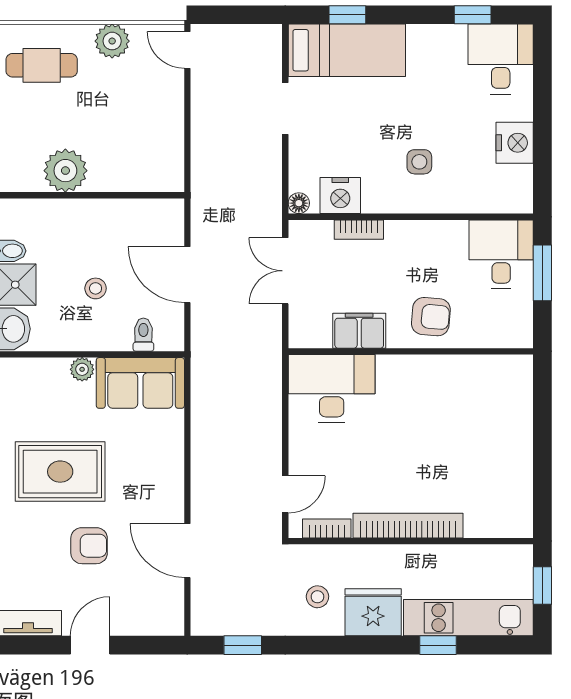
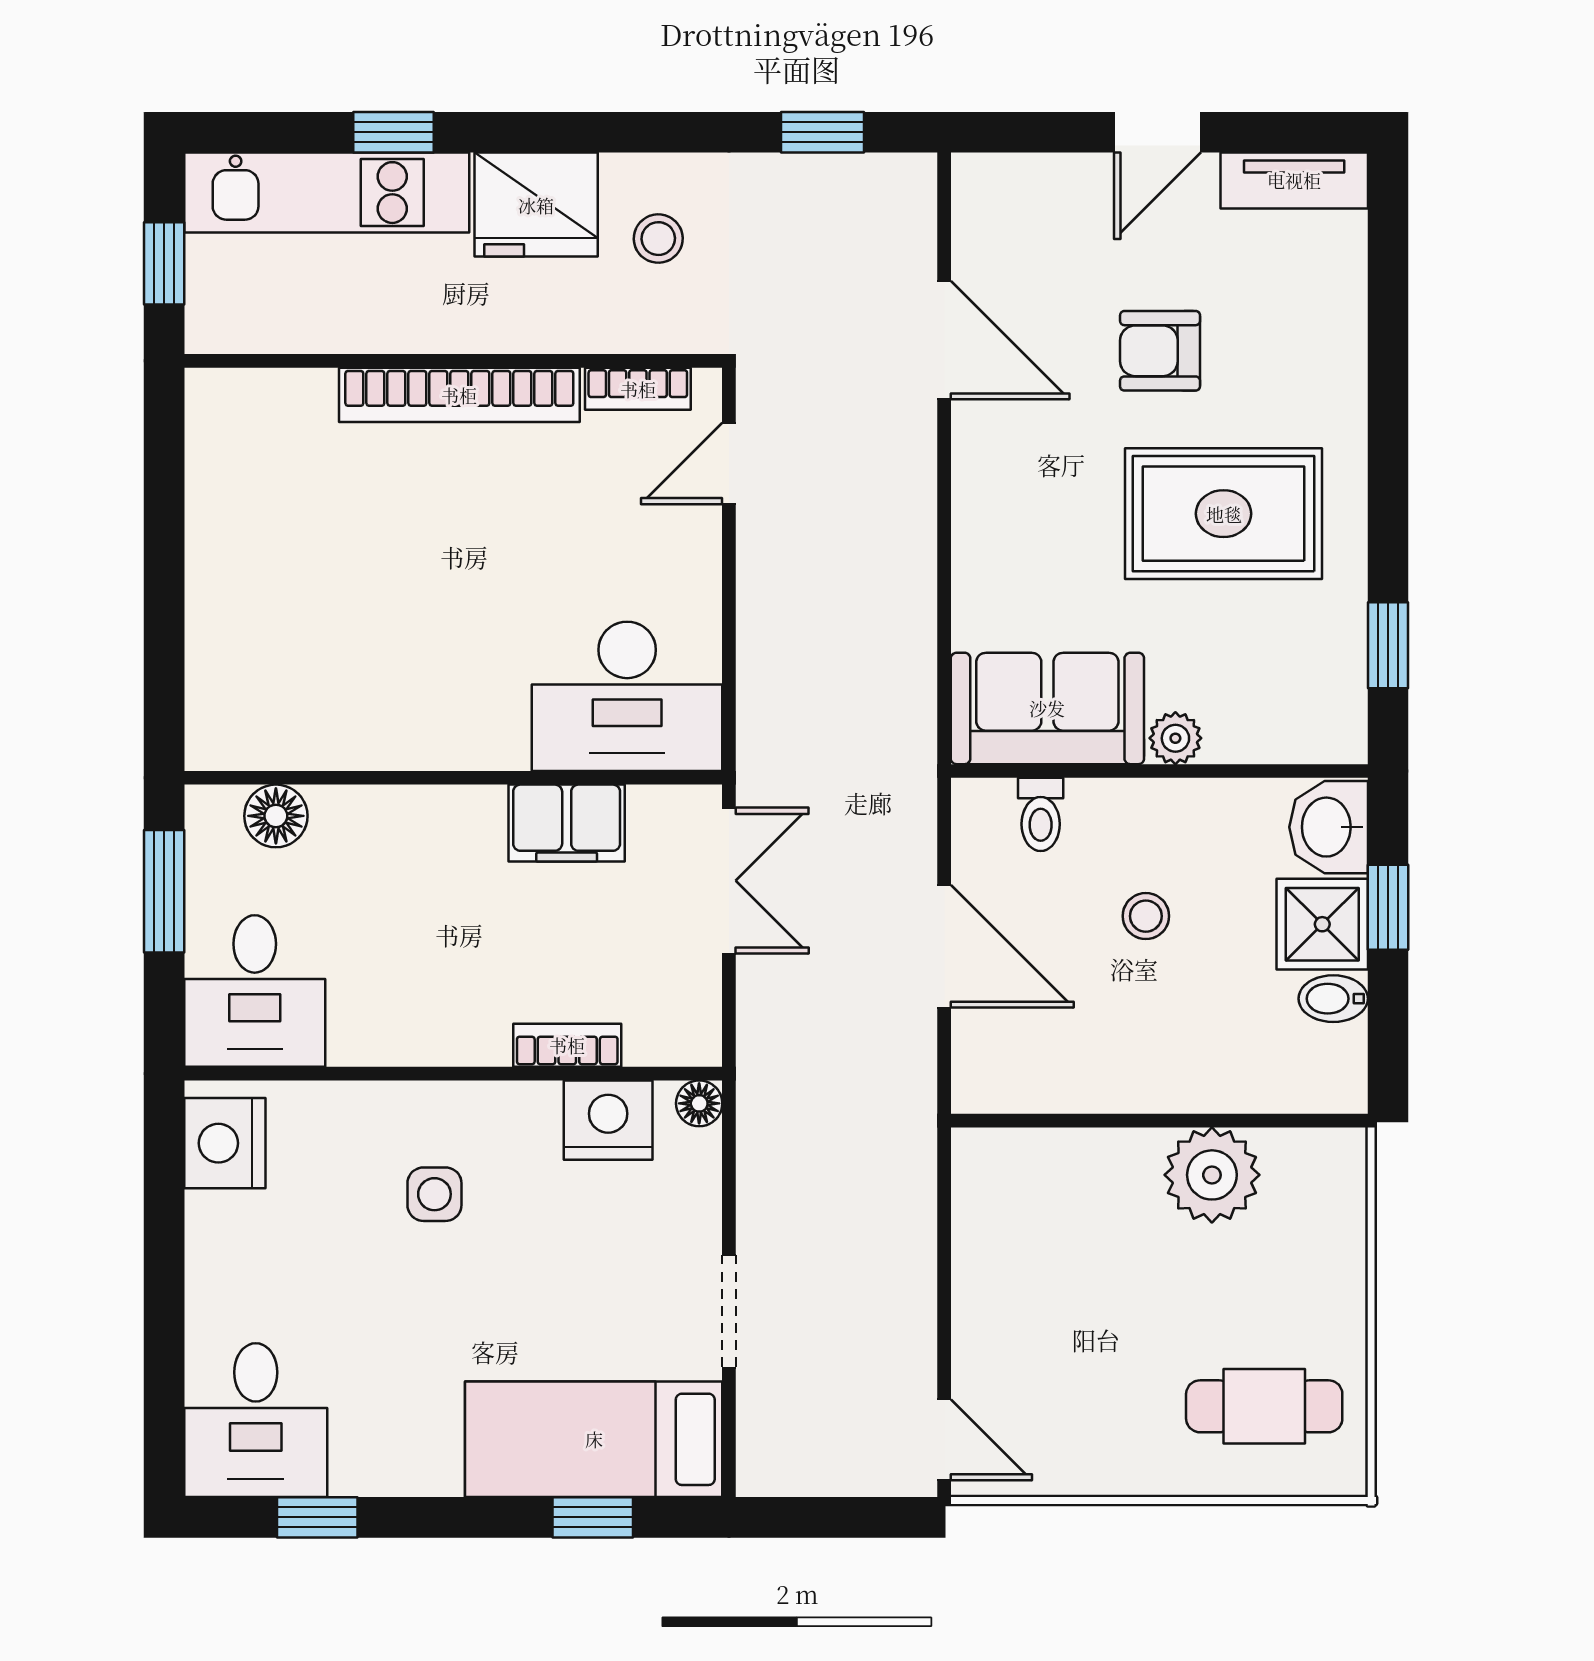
plant: (112, 41) -> (1109, 1460), removed
nightstand: (515, 143) -> (225, 1143), moved
double door: (285, 271) -> (729, 881), moved
window: (542, 273) -> (164, 891), moved
armchair: (431, 317) -> (409, 854), removed
floor lamp: (491, 334) -> (276, 816), added

